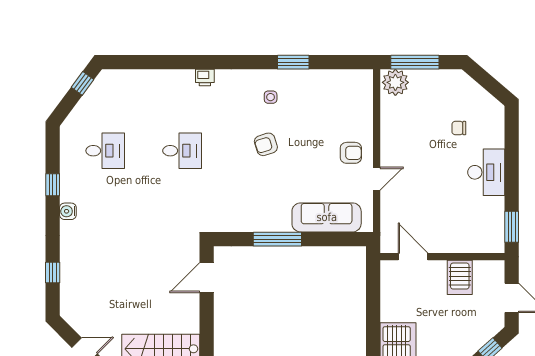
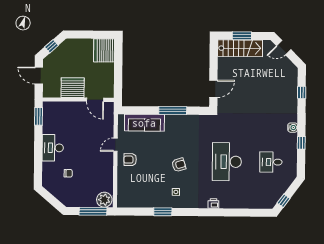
desk: (182, 151) -> (227, 162), width x1.87, depth x1.30
server rack: (460, 277) -> (73, 88), width x1.60

